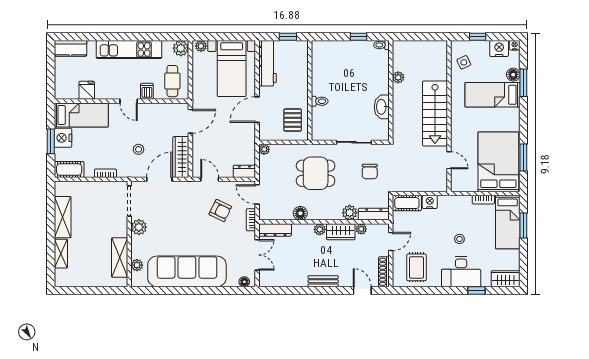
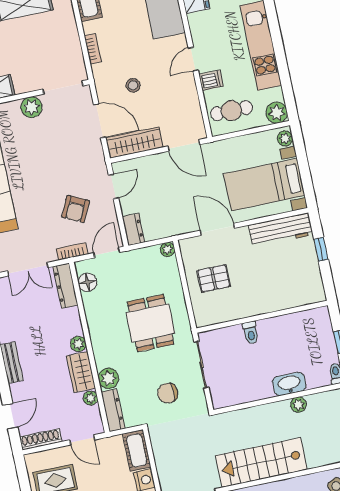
wall: (310, 90) -> (262, 317), moved
toilet: (320, 101) -> (251, 333), moved
washbasin: (382, 107) -> (289, 384), moved
floor lamp: (300, 213) -> (87, 282), moved

